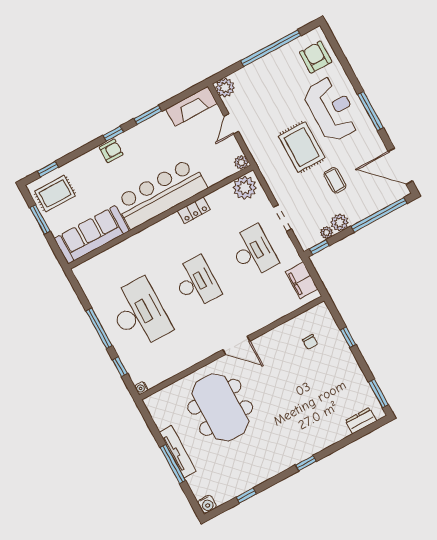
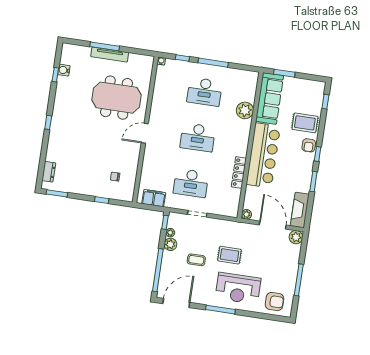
window: (271, 48) -> (299, 280), width x0.68
door: (231, 124) -> (273, 225), width x1.88
rug: (302, 147) -> (229, 255), width x0.73, depth x0.70
plant: (245, 188) -> (245, 110), moved
rug: (55, 194) -> (305, 123), moved, turned 90
locker: (194, 210) -> (239, 172), width x1.53
window: (40, 219) -> (284, 73), moved
desk: (139, 313) -> (205, 92), width x0.73, depth x0.77
water cooler: (207, 504) -> (64, 70), moved

